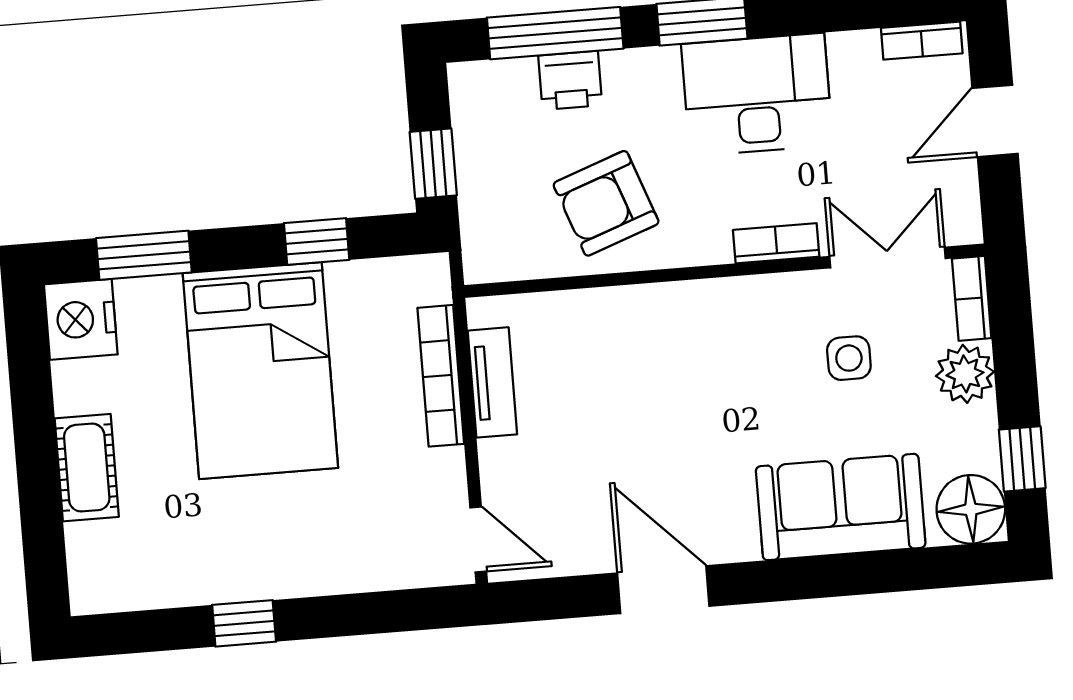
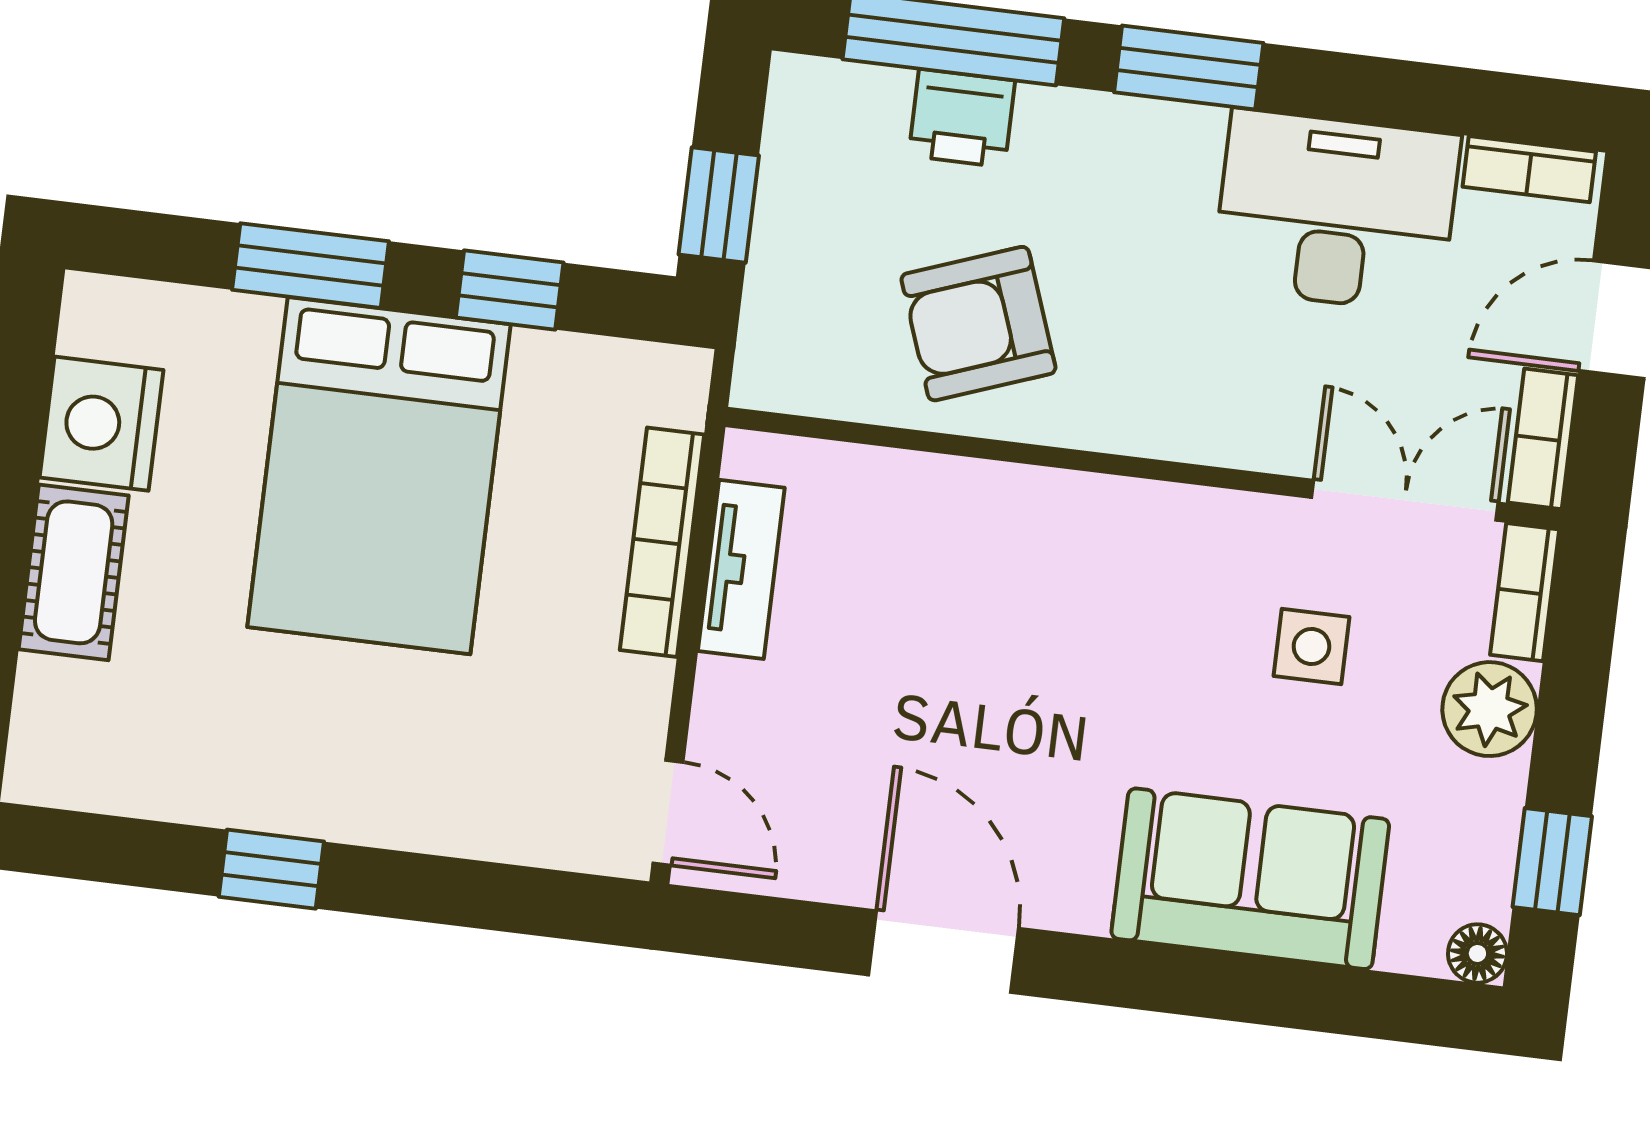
desk: (757, 95) -> (1336, 211), moved
bookcase: (776, 243) -> (1543, 439), moved, turned -90
window: (144, 255) -> (311, 266), moved
nightstand: (81, 319) -> (101, 424), moved
floor lamp: (971, 509) -> (1477, 953), width x0.53, depth x0.53

